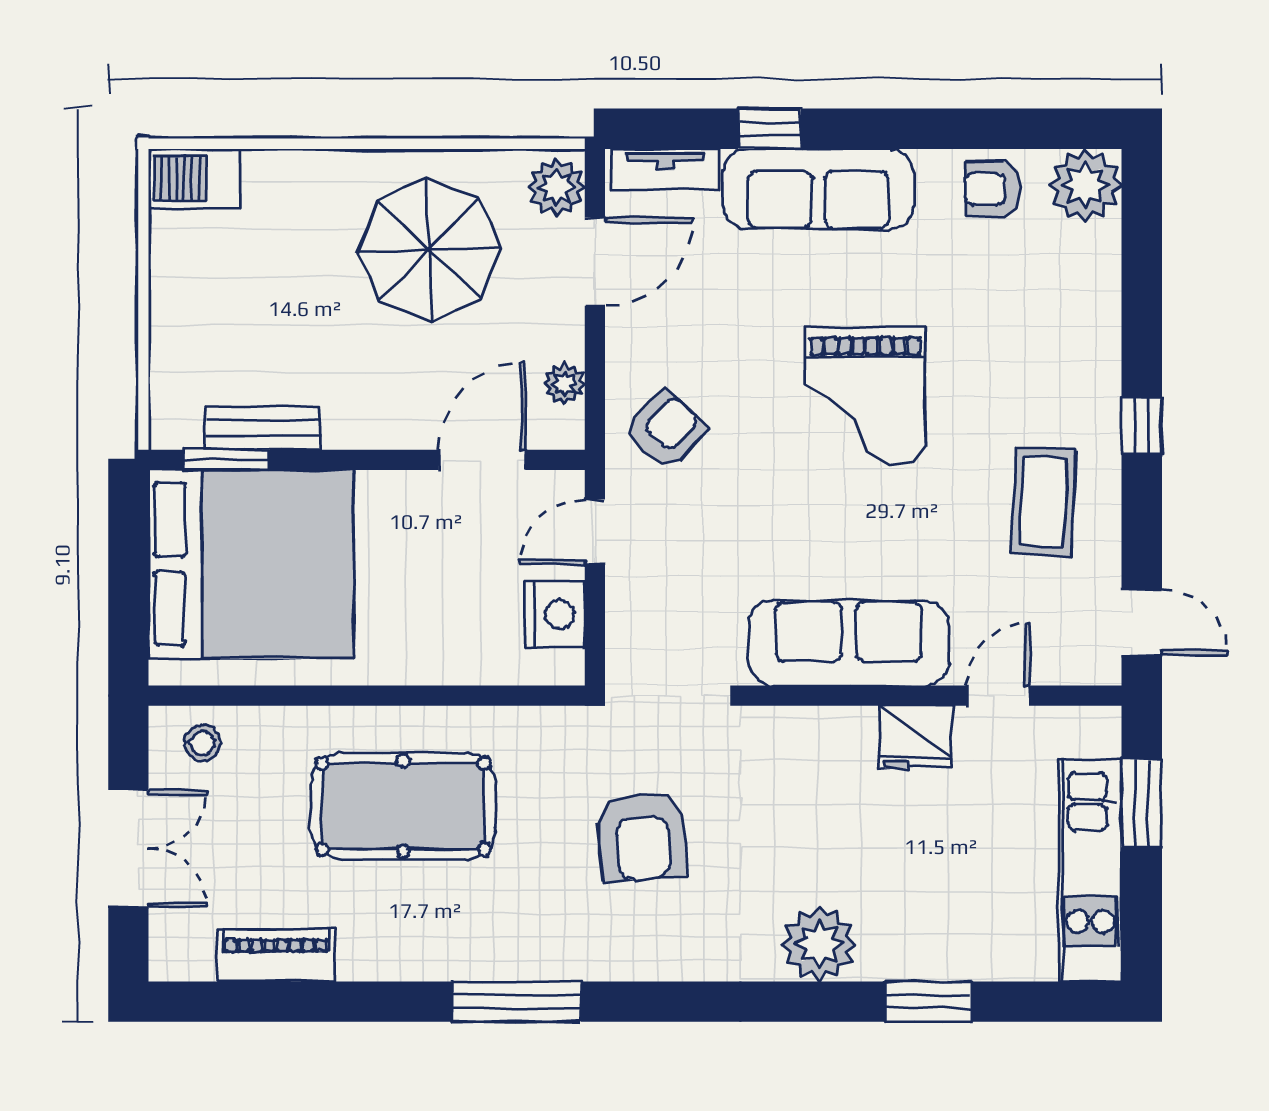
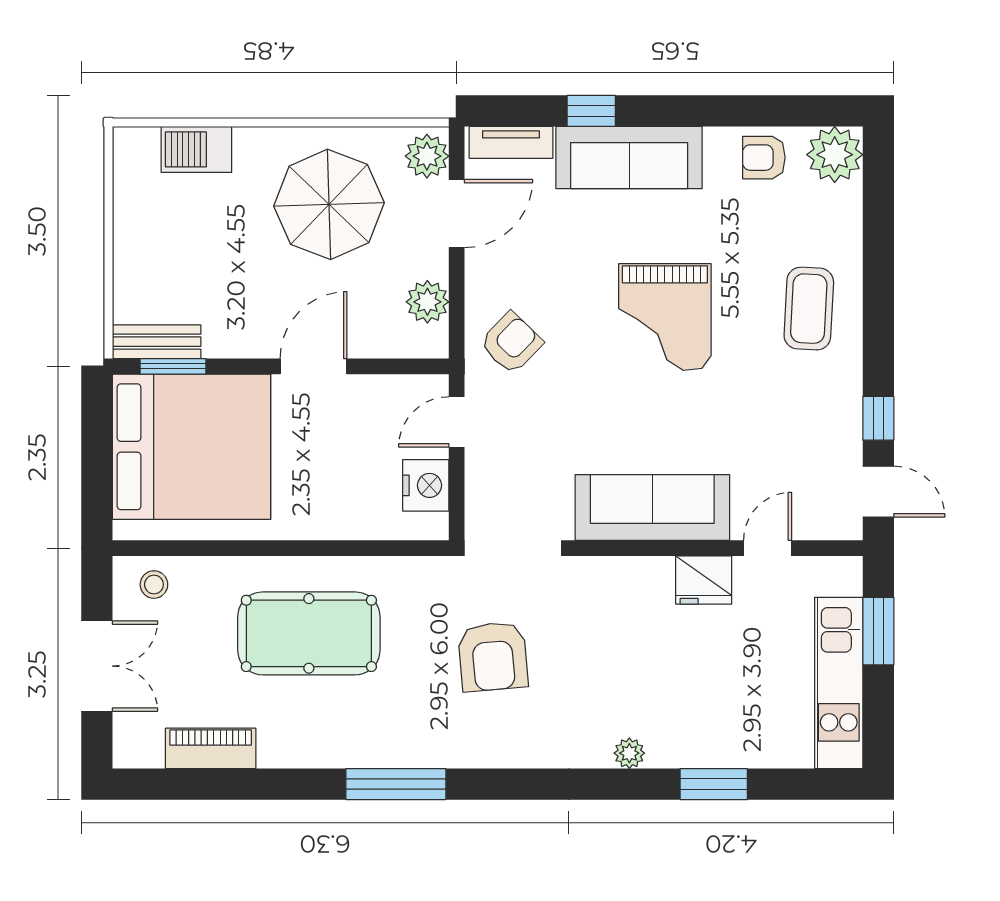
barbecue: (194, 179) -> (196, 149), moved
plant: (565, 384) -> (427, 302), width x1.38, depth x1.38
window: (1142, 426) -> (878, 418), moved
bench: (263, 428) -> (157, 342), moved
door: (482, 460) -> (314, 366), moved
coffee table: (1043, 502) -> (809, 309), moved
plant: (819, 944) -> (629, 753), width x0.53, depth x0.53

